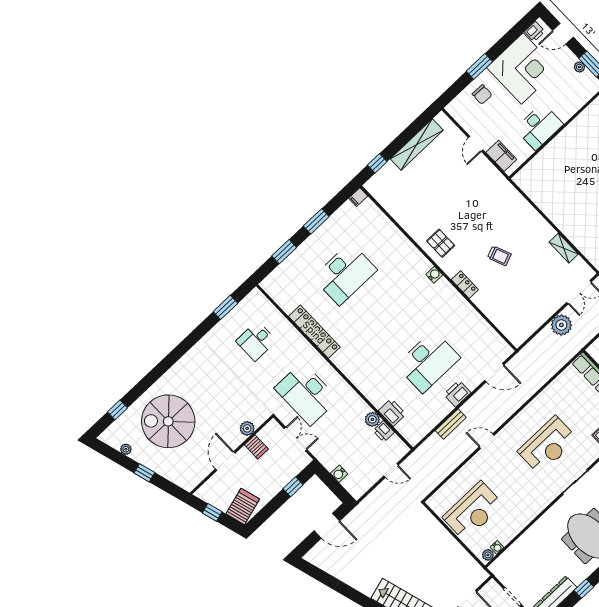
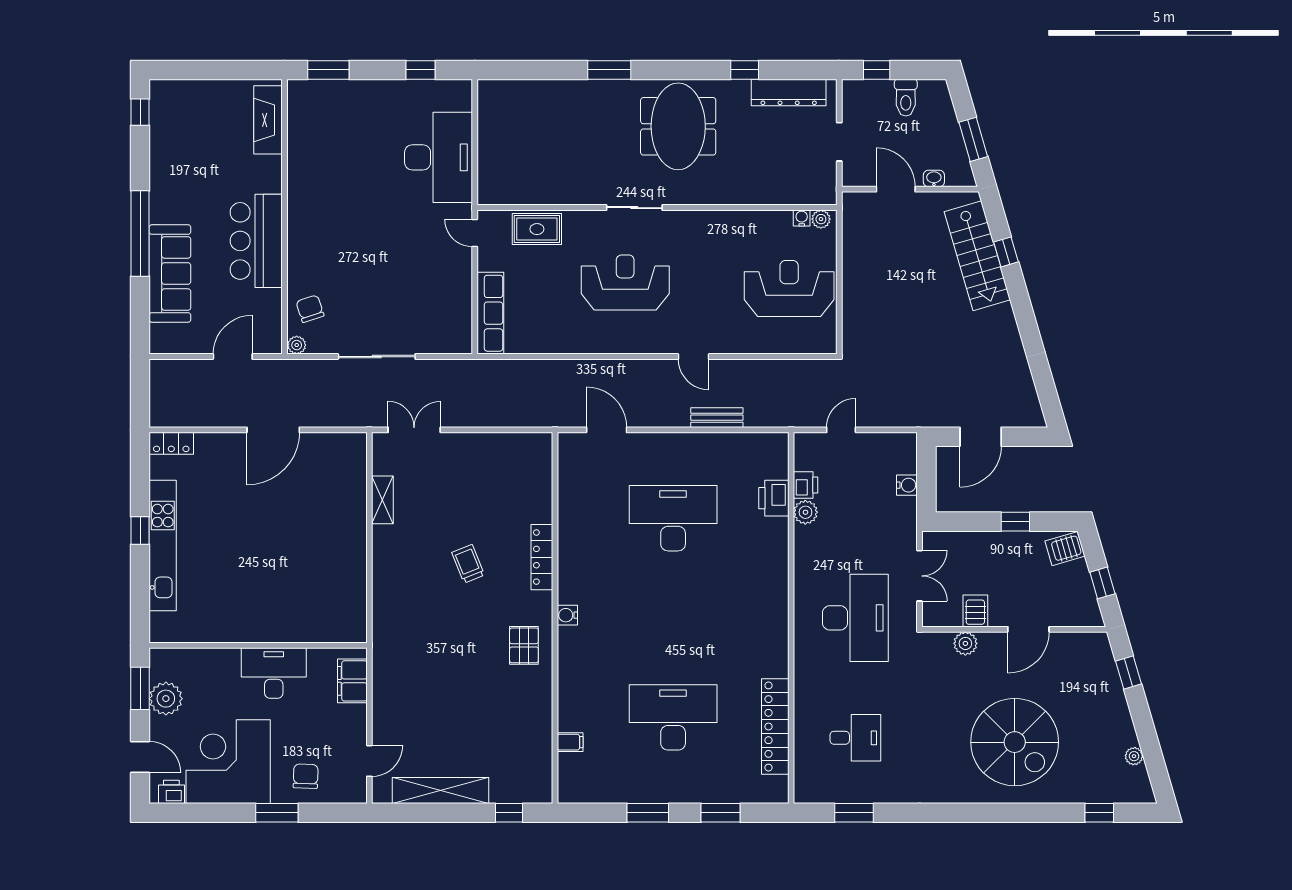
plant: (579, 67) -> (166, 699), width x1.88, depth x1.88
door: (476, 144) -> (369, 761), moved
filing cabinet: (358, 197) -> (570, 742), moved
locker: (465, 285) -> (542, 557), width x1.53
plant: (561, 325) -> (472, 411), removed
locker: (314, 332) -> (775, 726), moved
printer: (457, 394) -> (675, 447), removed
spiral stairs: (168, 421) -> (1015, 742), moved
double door: (296, 439) -> (920, 576), swing flipped
door: (391, 471) -> (841, 430), hinge flipped
window: (144, 473) -> (1129, 672), moved
window: (293, 487) -> (1015, 522), moved
server rack: (243, 506) -> (1065, 549), width x0.73, depth x0.70
door: (327, 526) -> (981, 437), swing flipped

